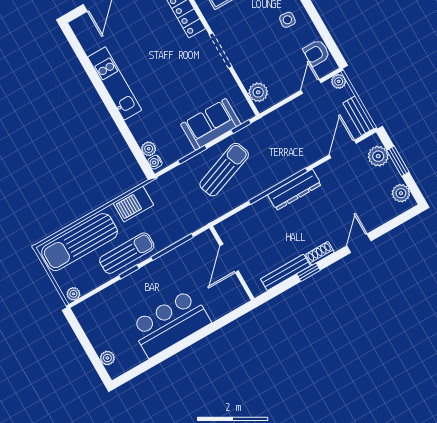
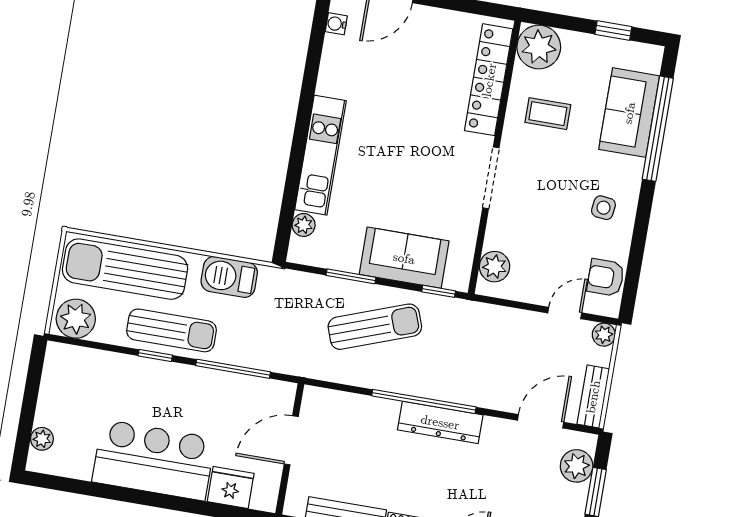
kitchen unit: (115, 83) -> (321, 155), moved
water cooler: (155, 162) -> (336, 24), moved
plant: (73, 294) -> (76, 319), width x1.87, depth x1.87
fridge: (219, 306) -> (231, 487), added

